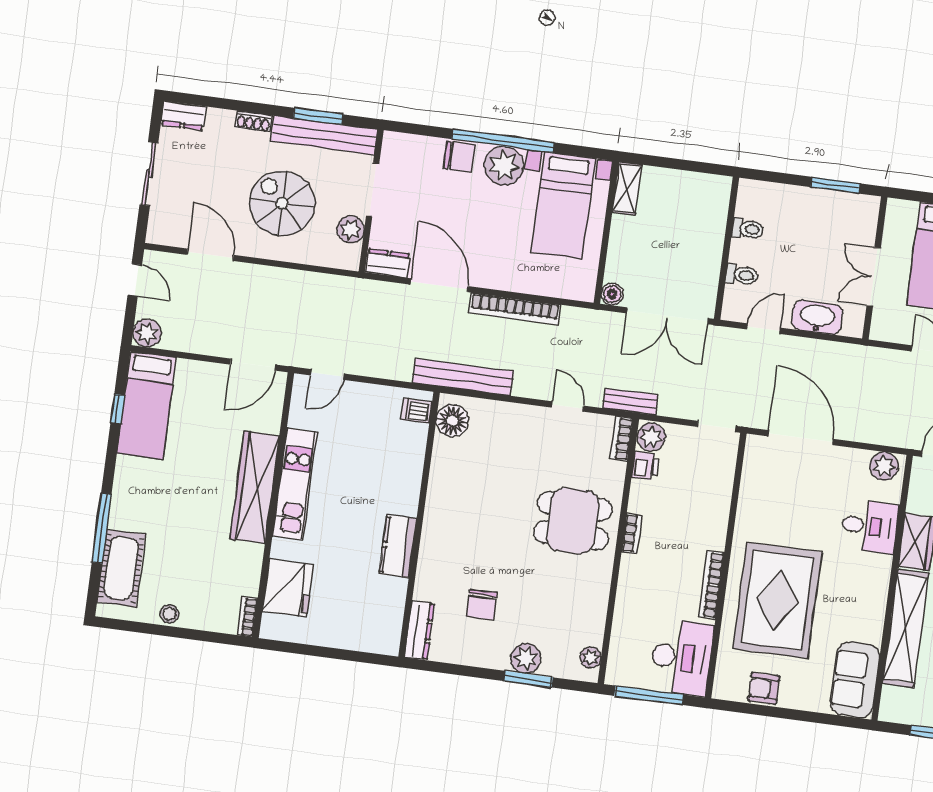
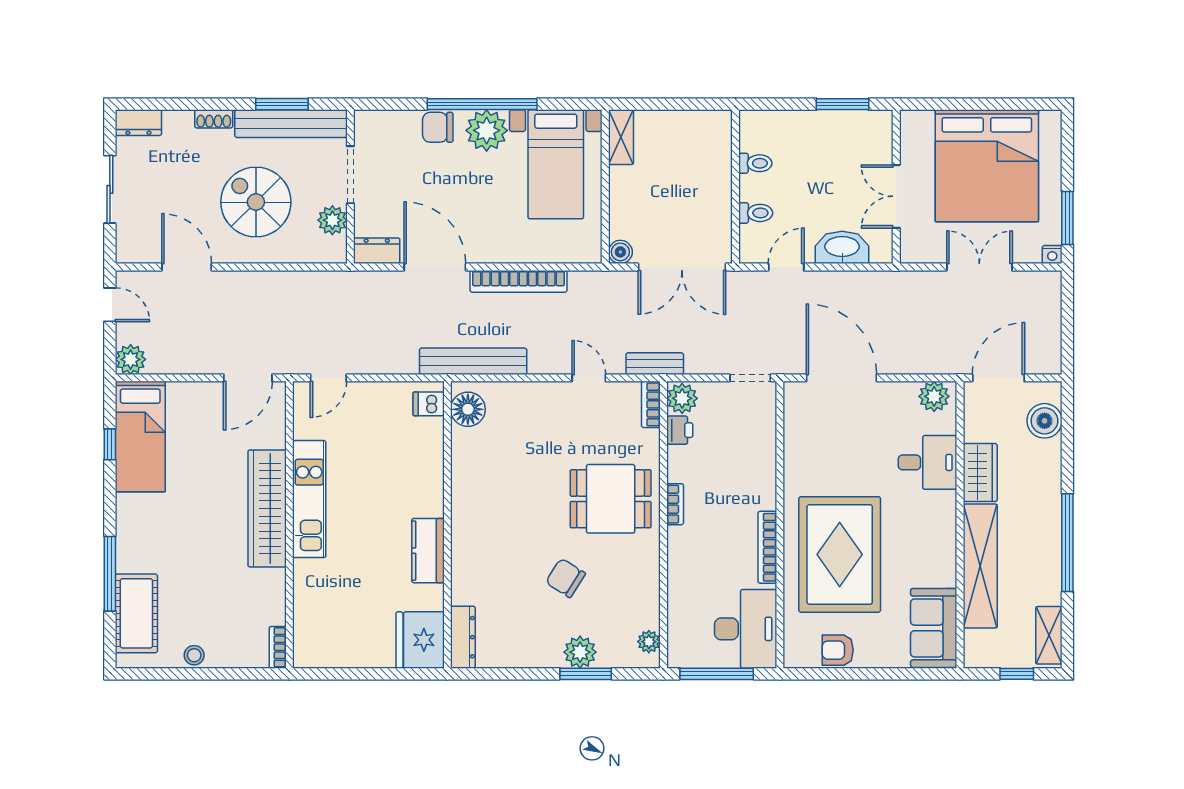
chair: (459, 157) -> (438, 127), turned 180
fridge: (288, 588) -> (420, 640), moved, turned 180
chair: (481, 605) -> (566, 578), moved, turned 122

